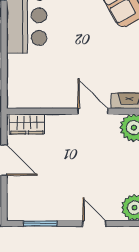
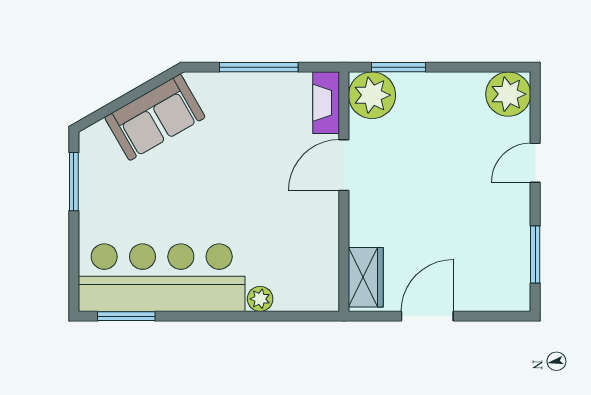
plant: (14, 62) -> (260, 299), added

